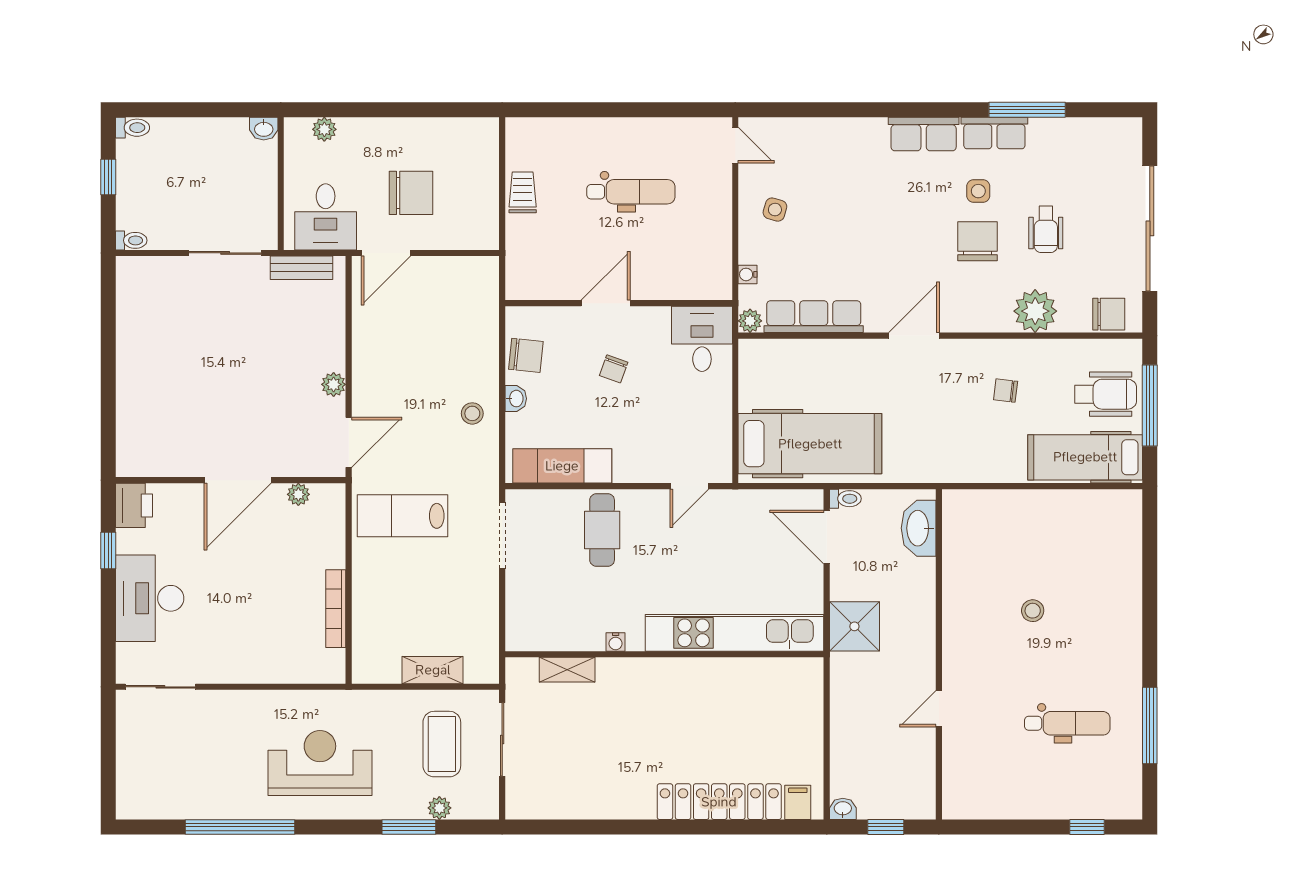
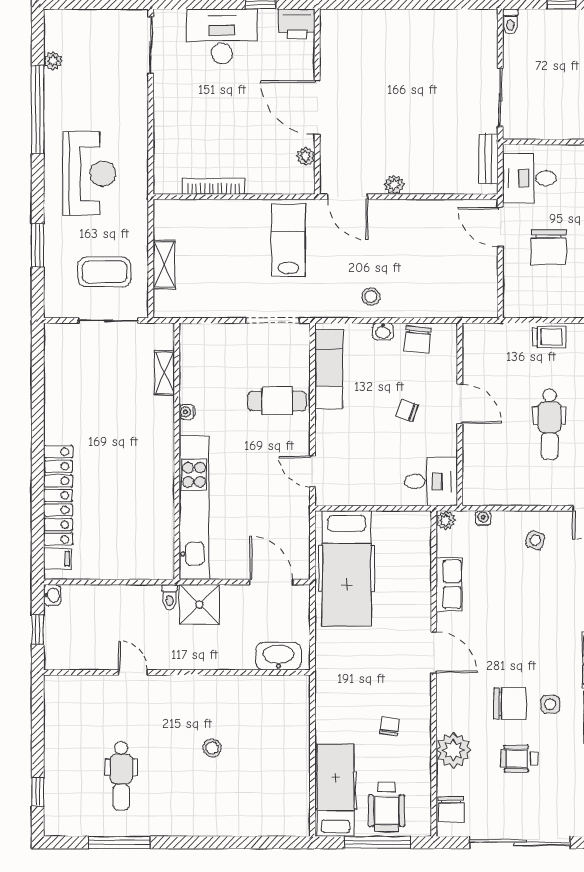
row of seats: (814, 317) -> (449, 584), width x0.68
toilet: (845, 499) -> (170, 597), moved
door: (827, 537) -> (271, 582), hinge flipped
plant: (439, 808) -> (53, 61), moved

